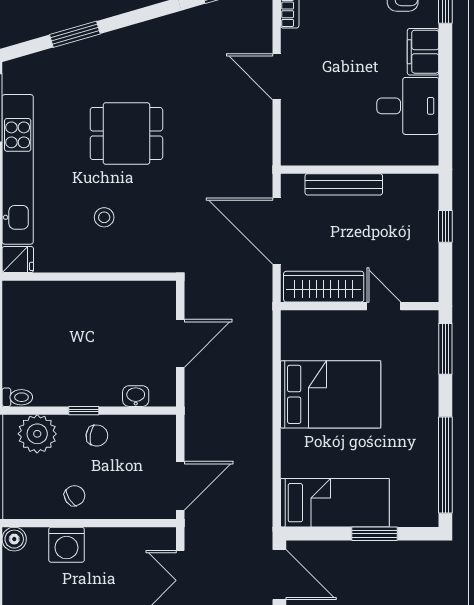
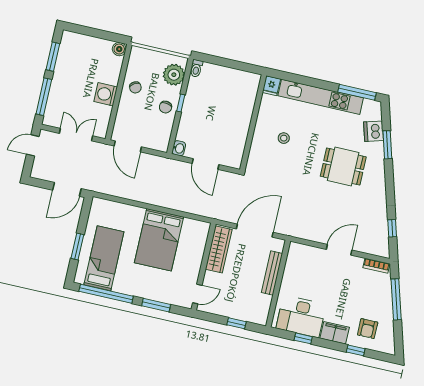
dishwasher: (57, 64) -> (374, 131), added
window: (445, 104) -> (303, 338), added
desk: (408, 106) -> (301, 316), width x1.37
dining table: (126, 134) -> (343, 167), moved, turned 90
door: (384, 306) -> (197, 294), moved
window: (445, 349) -> (156, 305), moved
washbasin: (136, 396) -> (179, 148), moved
bed: (335, 503) -> (104, 258), moved, turned 180
washing machine: (66, 545) -> (106, 94), moved

